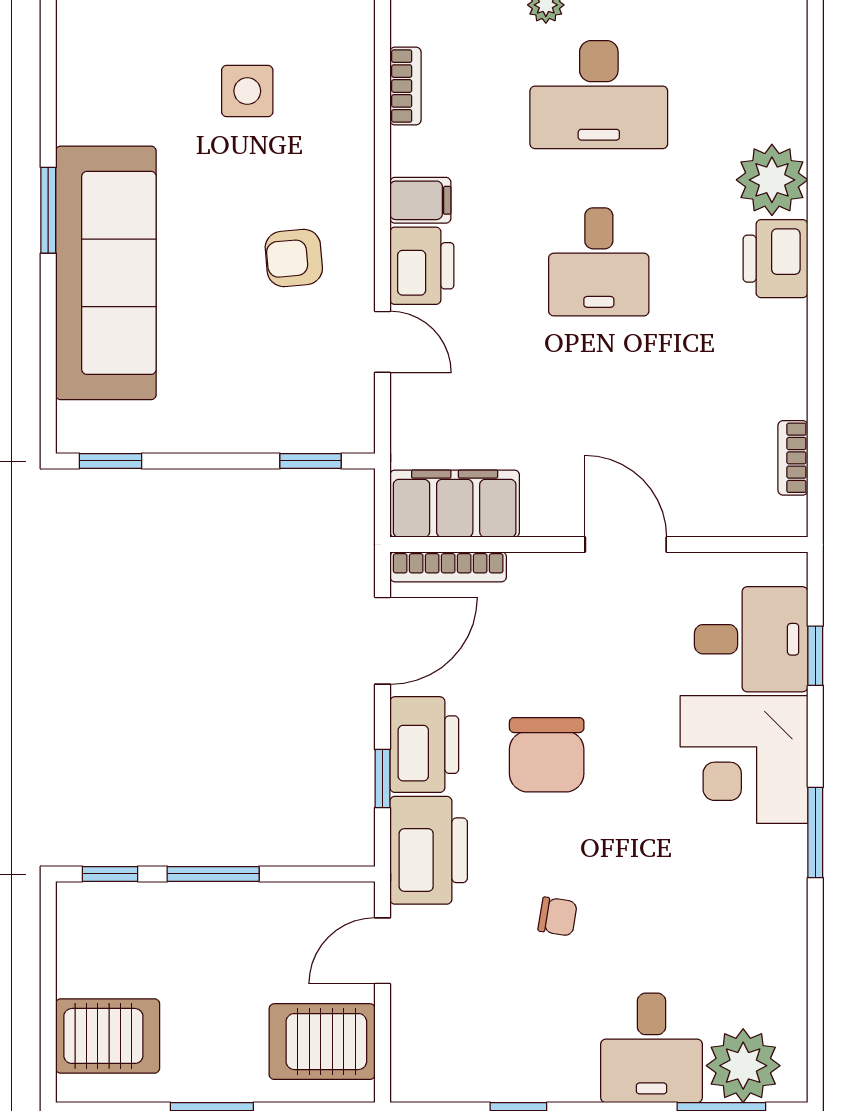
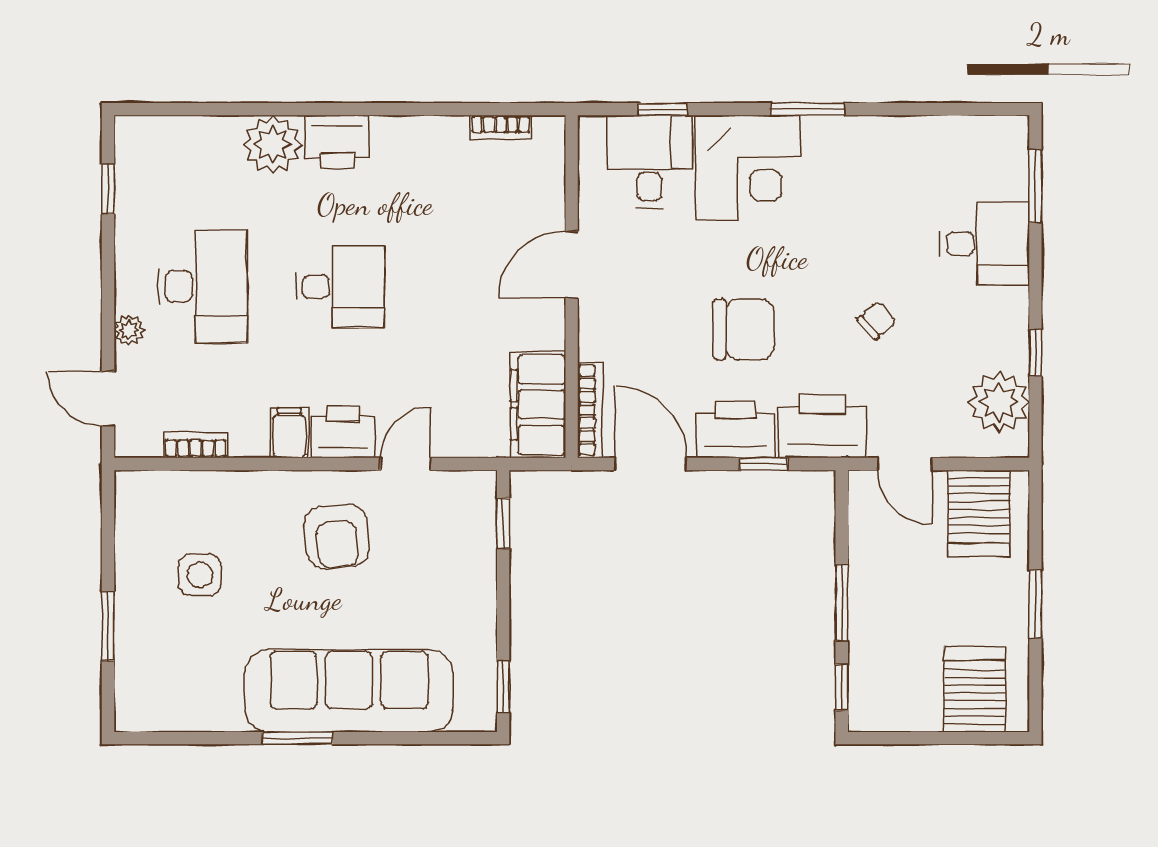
armchair: (294, 258) -> (337, 537), width x1.38, depth x1.38
chair: (558, 917) -> (877, 320), turned 40
plant: (743, 1066) -> (999, 402), moved

